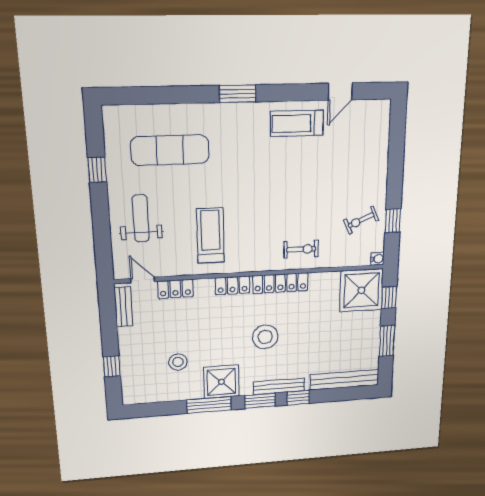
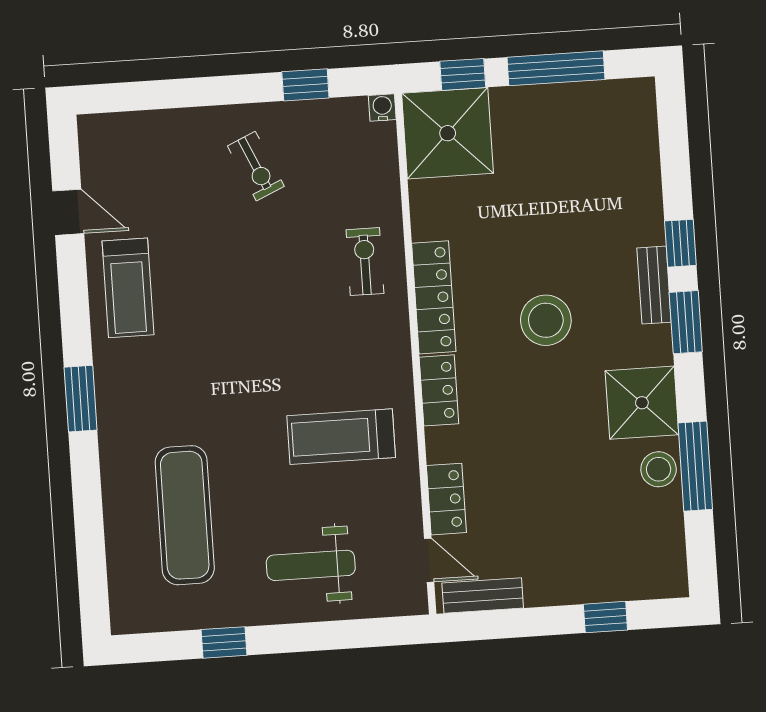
exercise bike: (361, 220) -> (256, 166), moved
door: (143, 280) -> (429, 560), swing flipped
window: (387, 341) -> (556, 68), width x1.44
stool: (178, 362) -> (659, 469), moved
bench: (345, 380) -> (642, 149), removed
bench: (279, 386) -> (654, 285), width x0.73
window: (209, 405) -> (695, 466), moved

